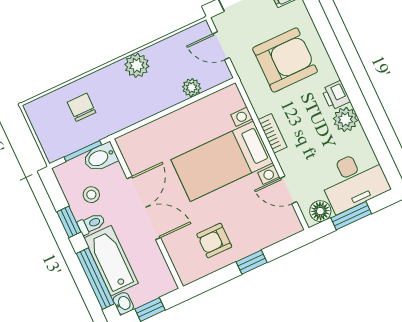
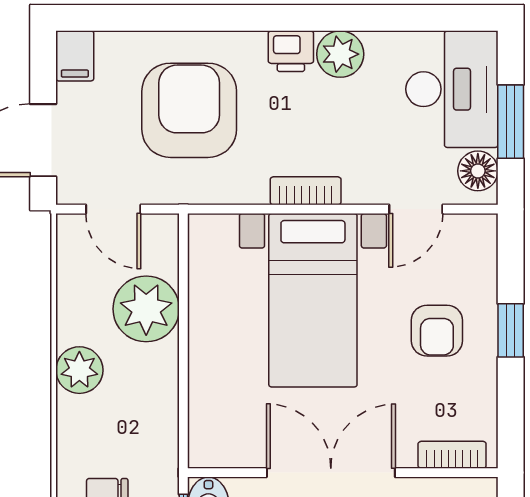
door: (221, 46) -> (113, 209), hinge flipped
plant: (192, 88) -> (146, 309), width x1.88, depth x1.88
armchair: (214, 241) -> (437, 331), moved
bookcase: (179, 262) -> (452, 455), added

